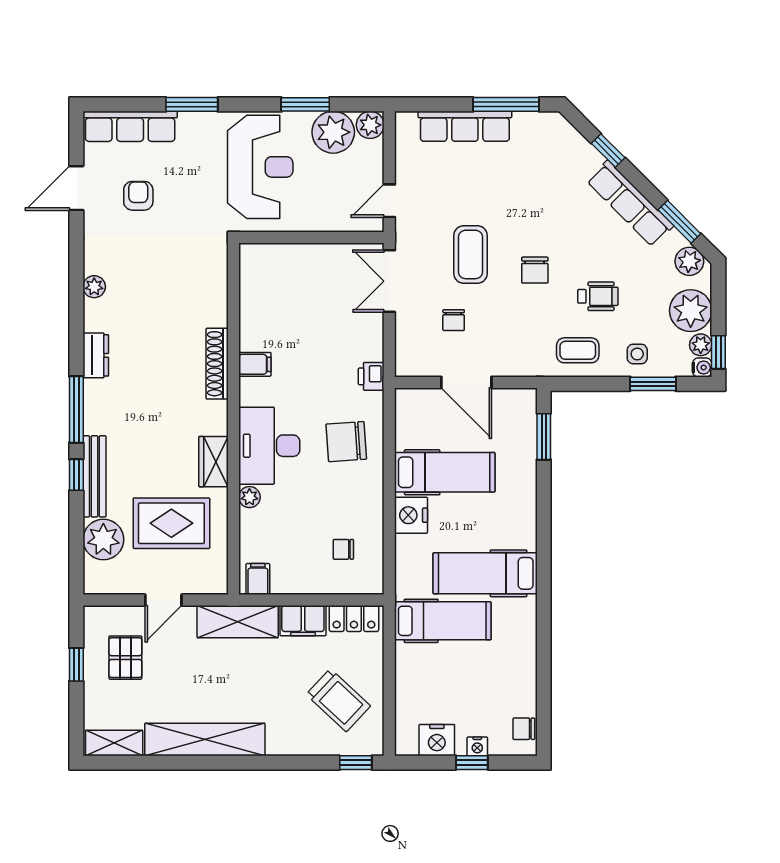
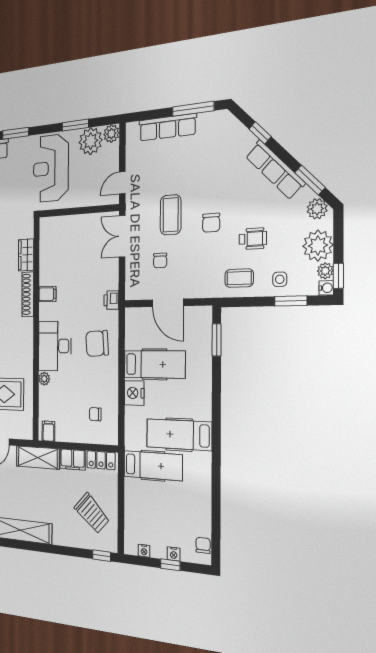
reception desk: (260, 167) -> (51, 168), turned 180
wardrobe: (213, 462) -> (26, 255), moved
chair: (524, 729) -> (203, 545), turned 90
nightstand: (437, 740) -> (144, 551), width x0.53, depth x0.56

